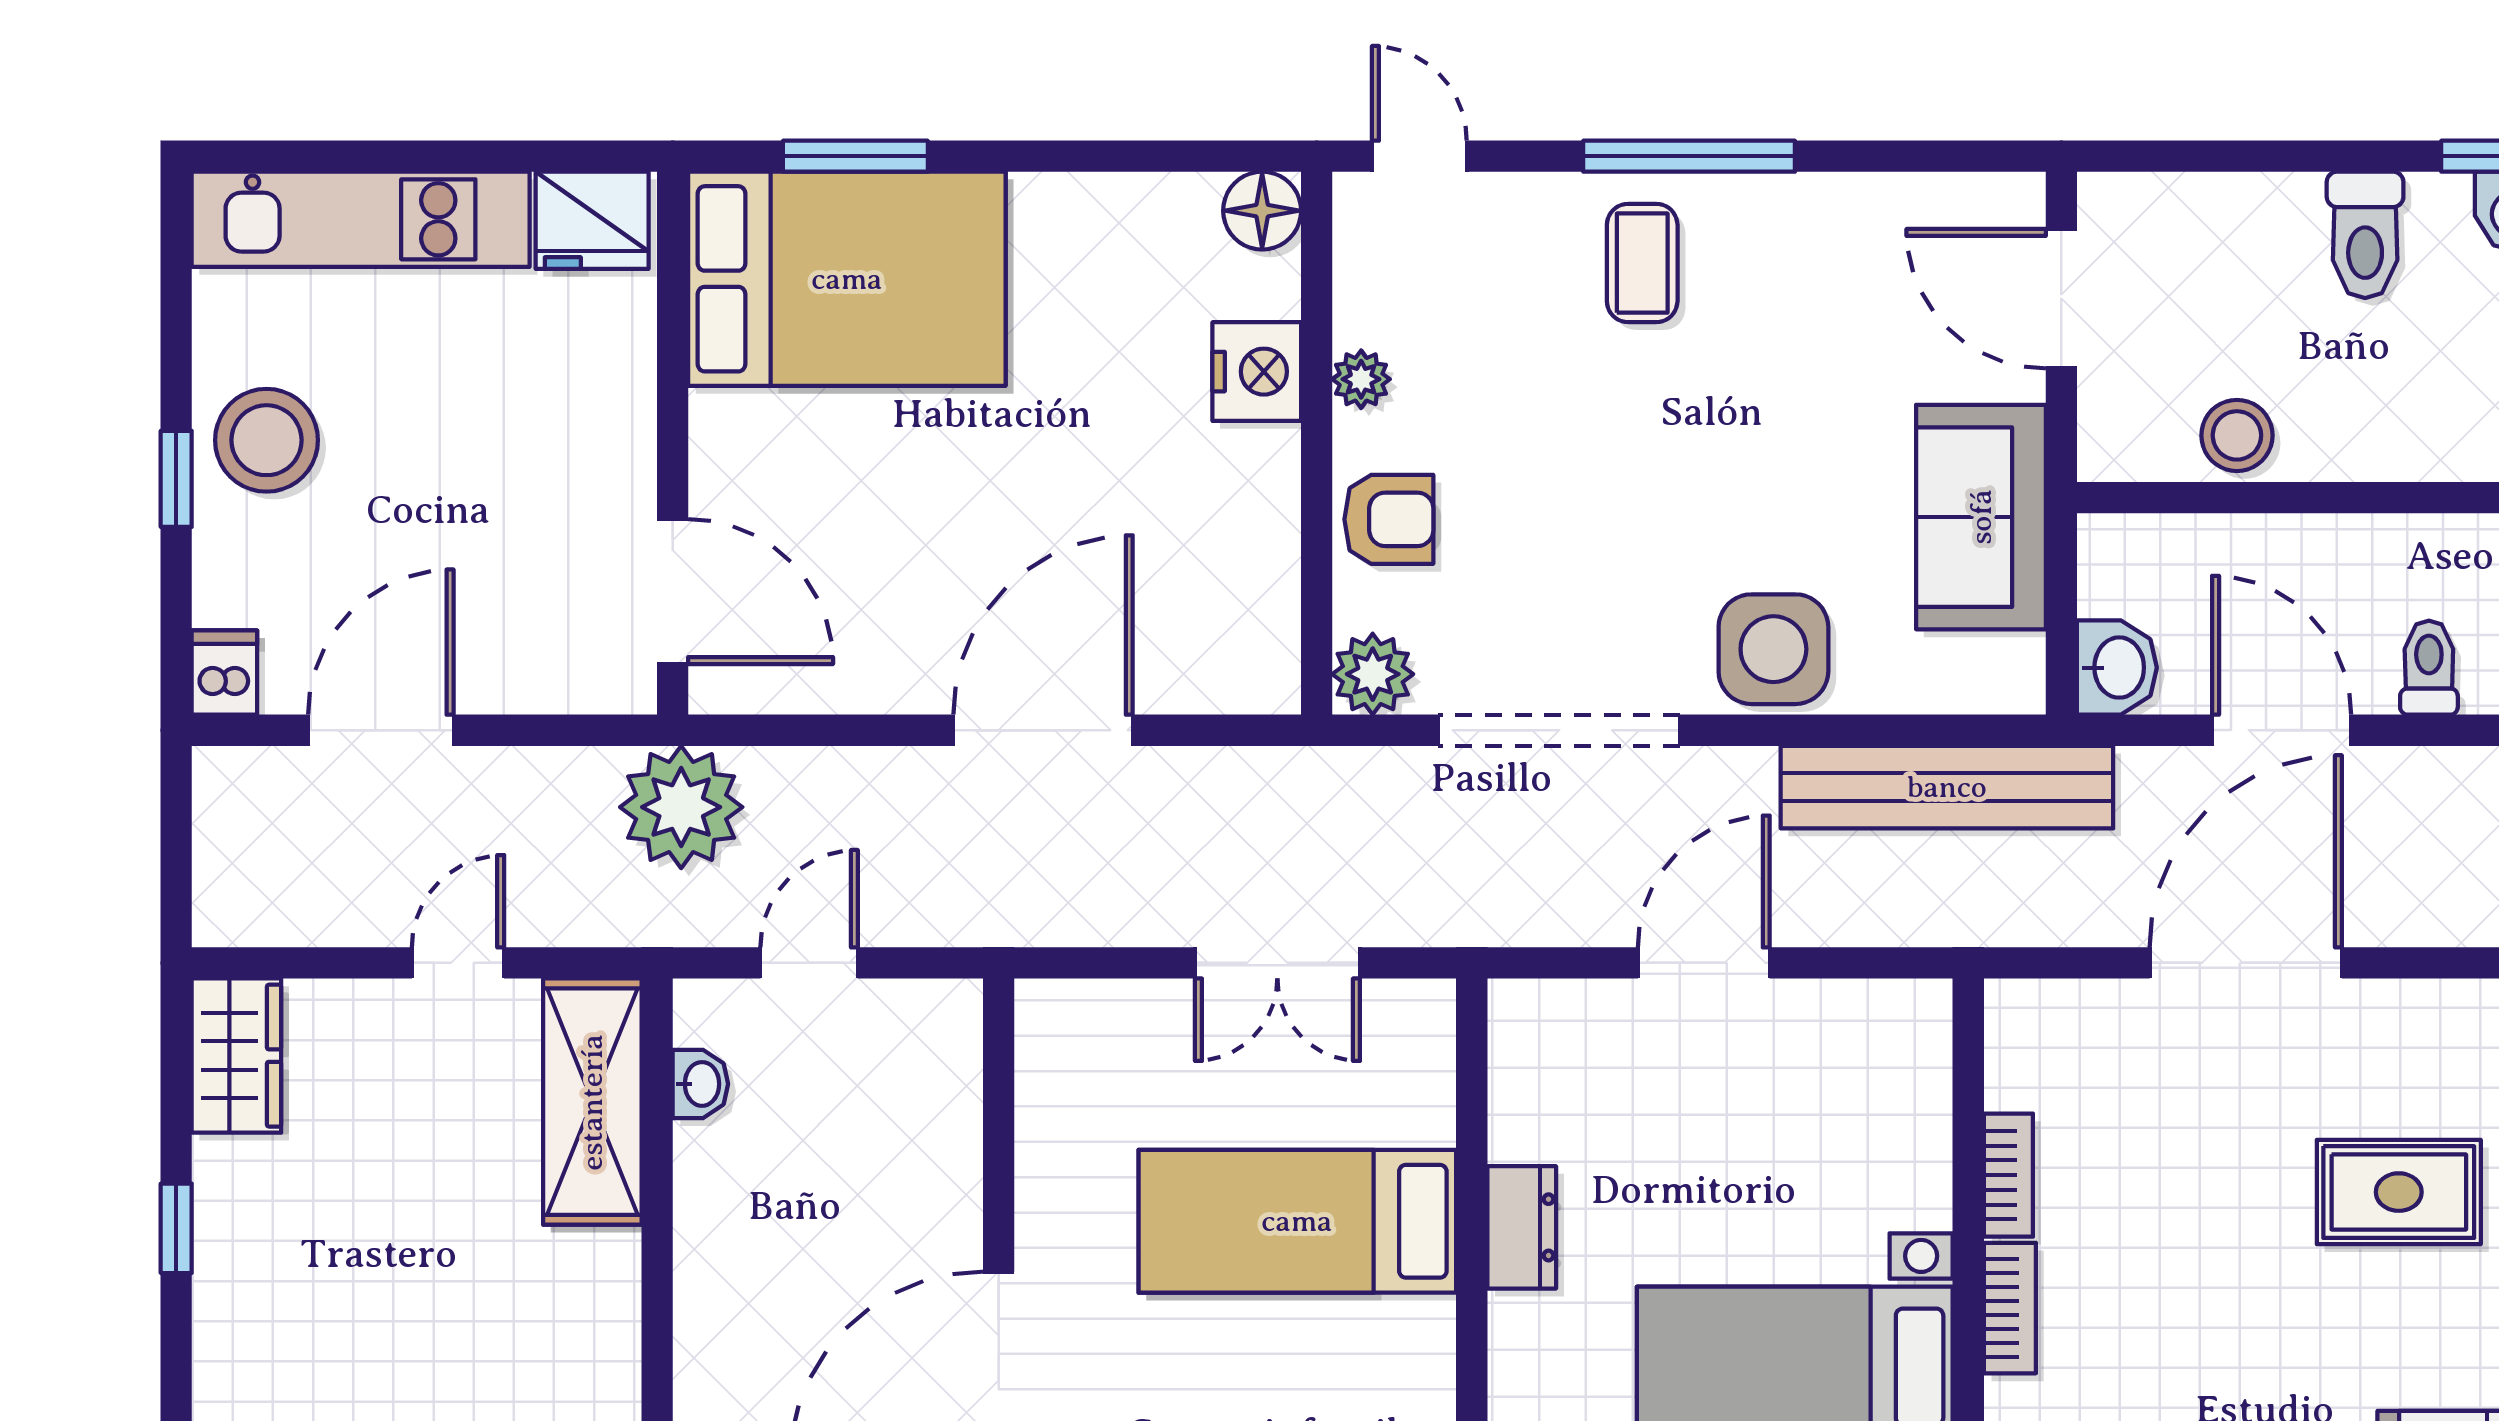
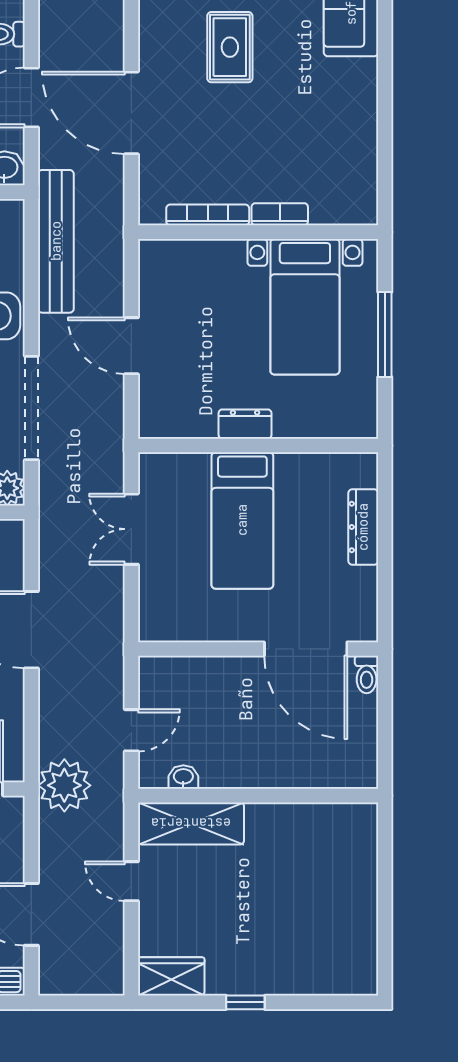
door: (809, 963) -> (131, 730), swing flipped
double door: (1277, 963) -> (131, 529), swing flipped
bookcase: (2008, 1175) -> (208, 215), width x1.56

